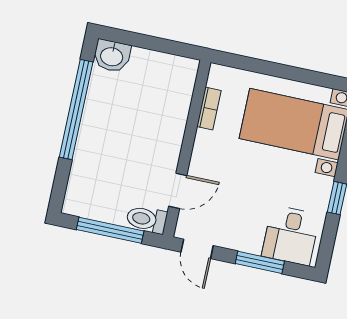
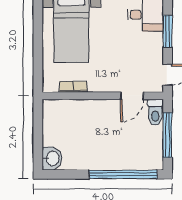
window: (76, 110) -> (123, 174), moved
door: (178, 191) -> (132, 96), swing flipped

